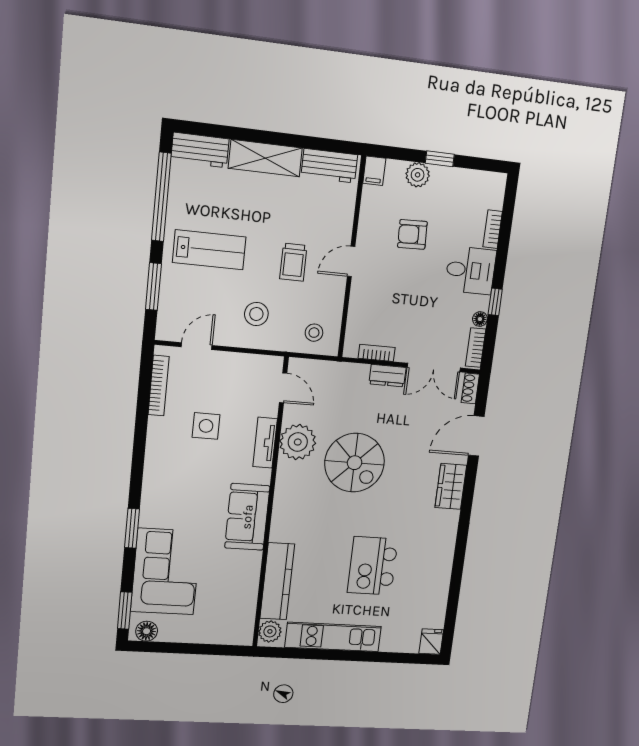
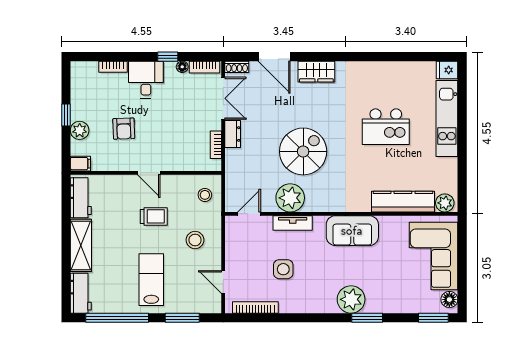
plant: (158, 510) -> (351, 299), added
corner sofa: (166, 572) -> (434, 256), moved, turned -90
kitchen unit: (333, 637) -> (447, 119), moved

